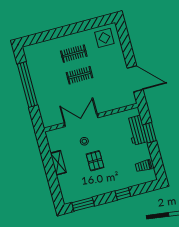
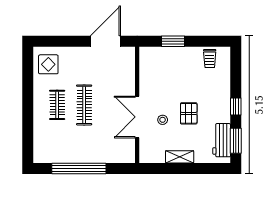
clothes rail: (80, 75) -> (84, 105), width x1.36
workbench: (137, 130) -> (222, 140), moved, turned 90
pallet: (95, 161) -> (189, 113), turned 90
window: (123, 194) -> (236, 106), moved

